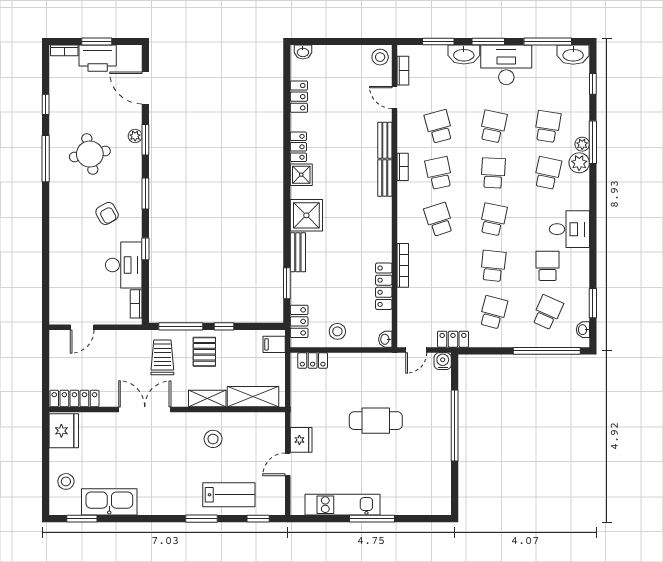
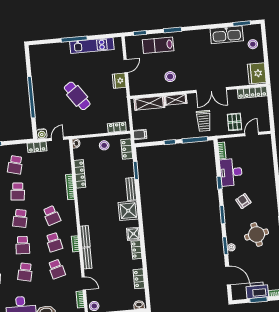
pallet: (204, 352) -> (235, 122), moved
cafe table: (376, 421) -> (77, 96), turned 55

